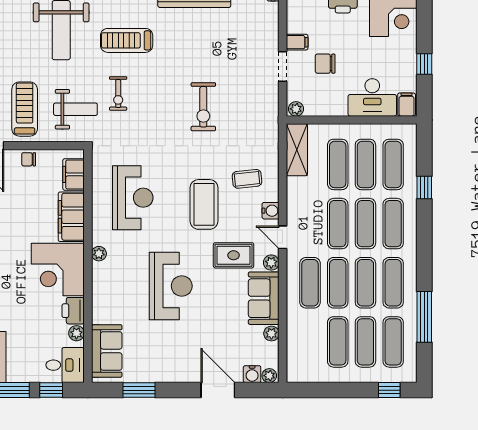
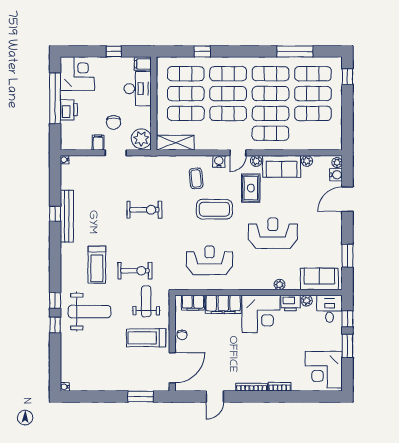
exercise bike: (118, 93) -> (135, 271), width x1.38, depth x1.39
plant: (296, 109) -> (141, 139), width x1.87, depth x1.87
plant: (99, 254) -> (280, 285), moved

